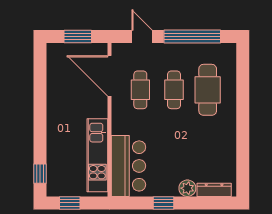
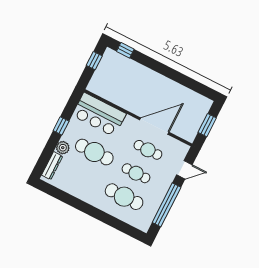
door: (110, 76) -> (154, 126), moved
cafe table: (174, 150) -> (94, 152), added
kitchen unit: (97, 155) -> (118, 97), removed

